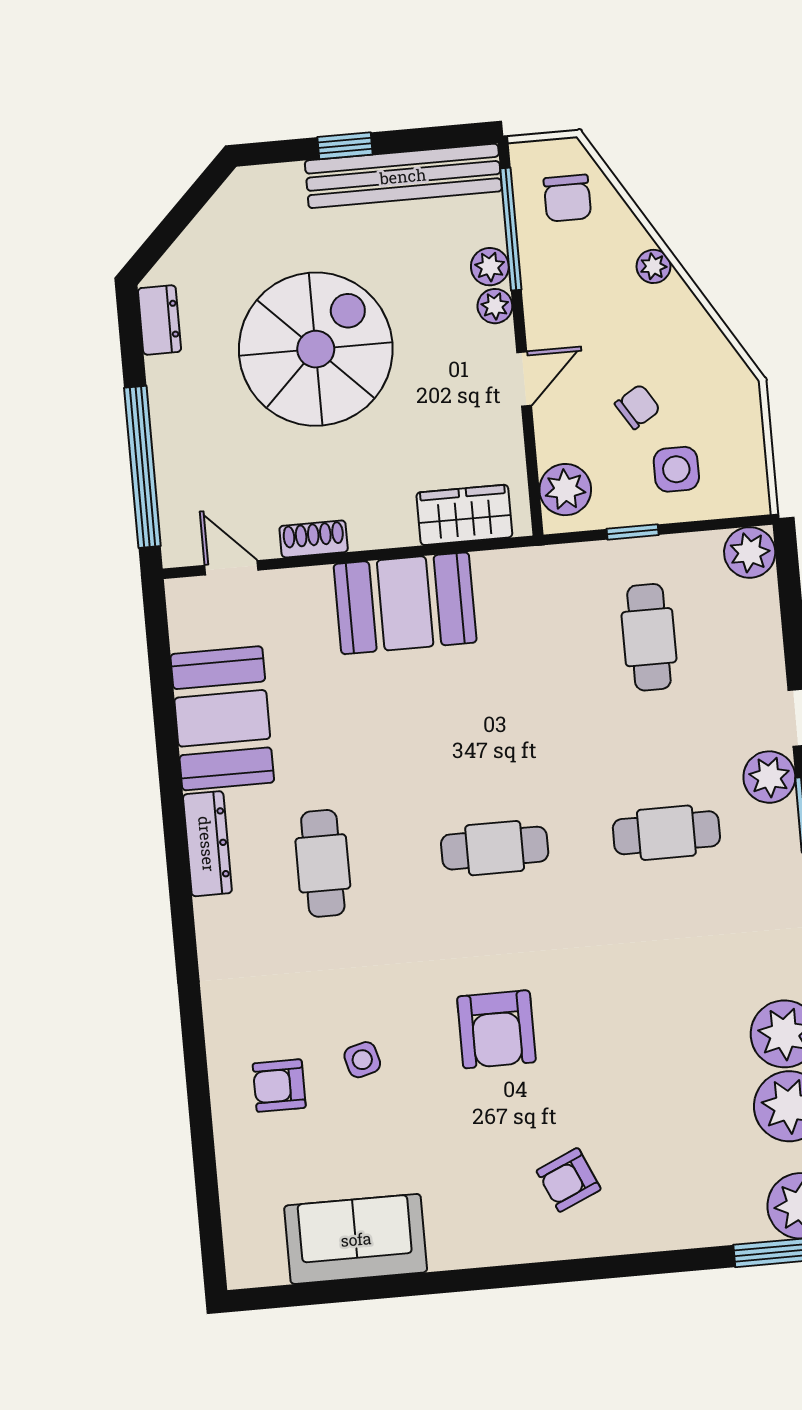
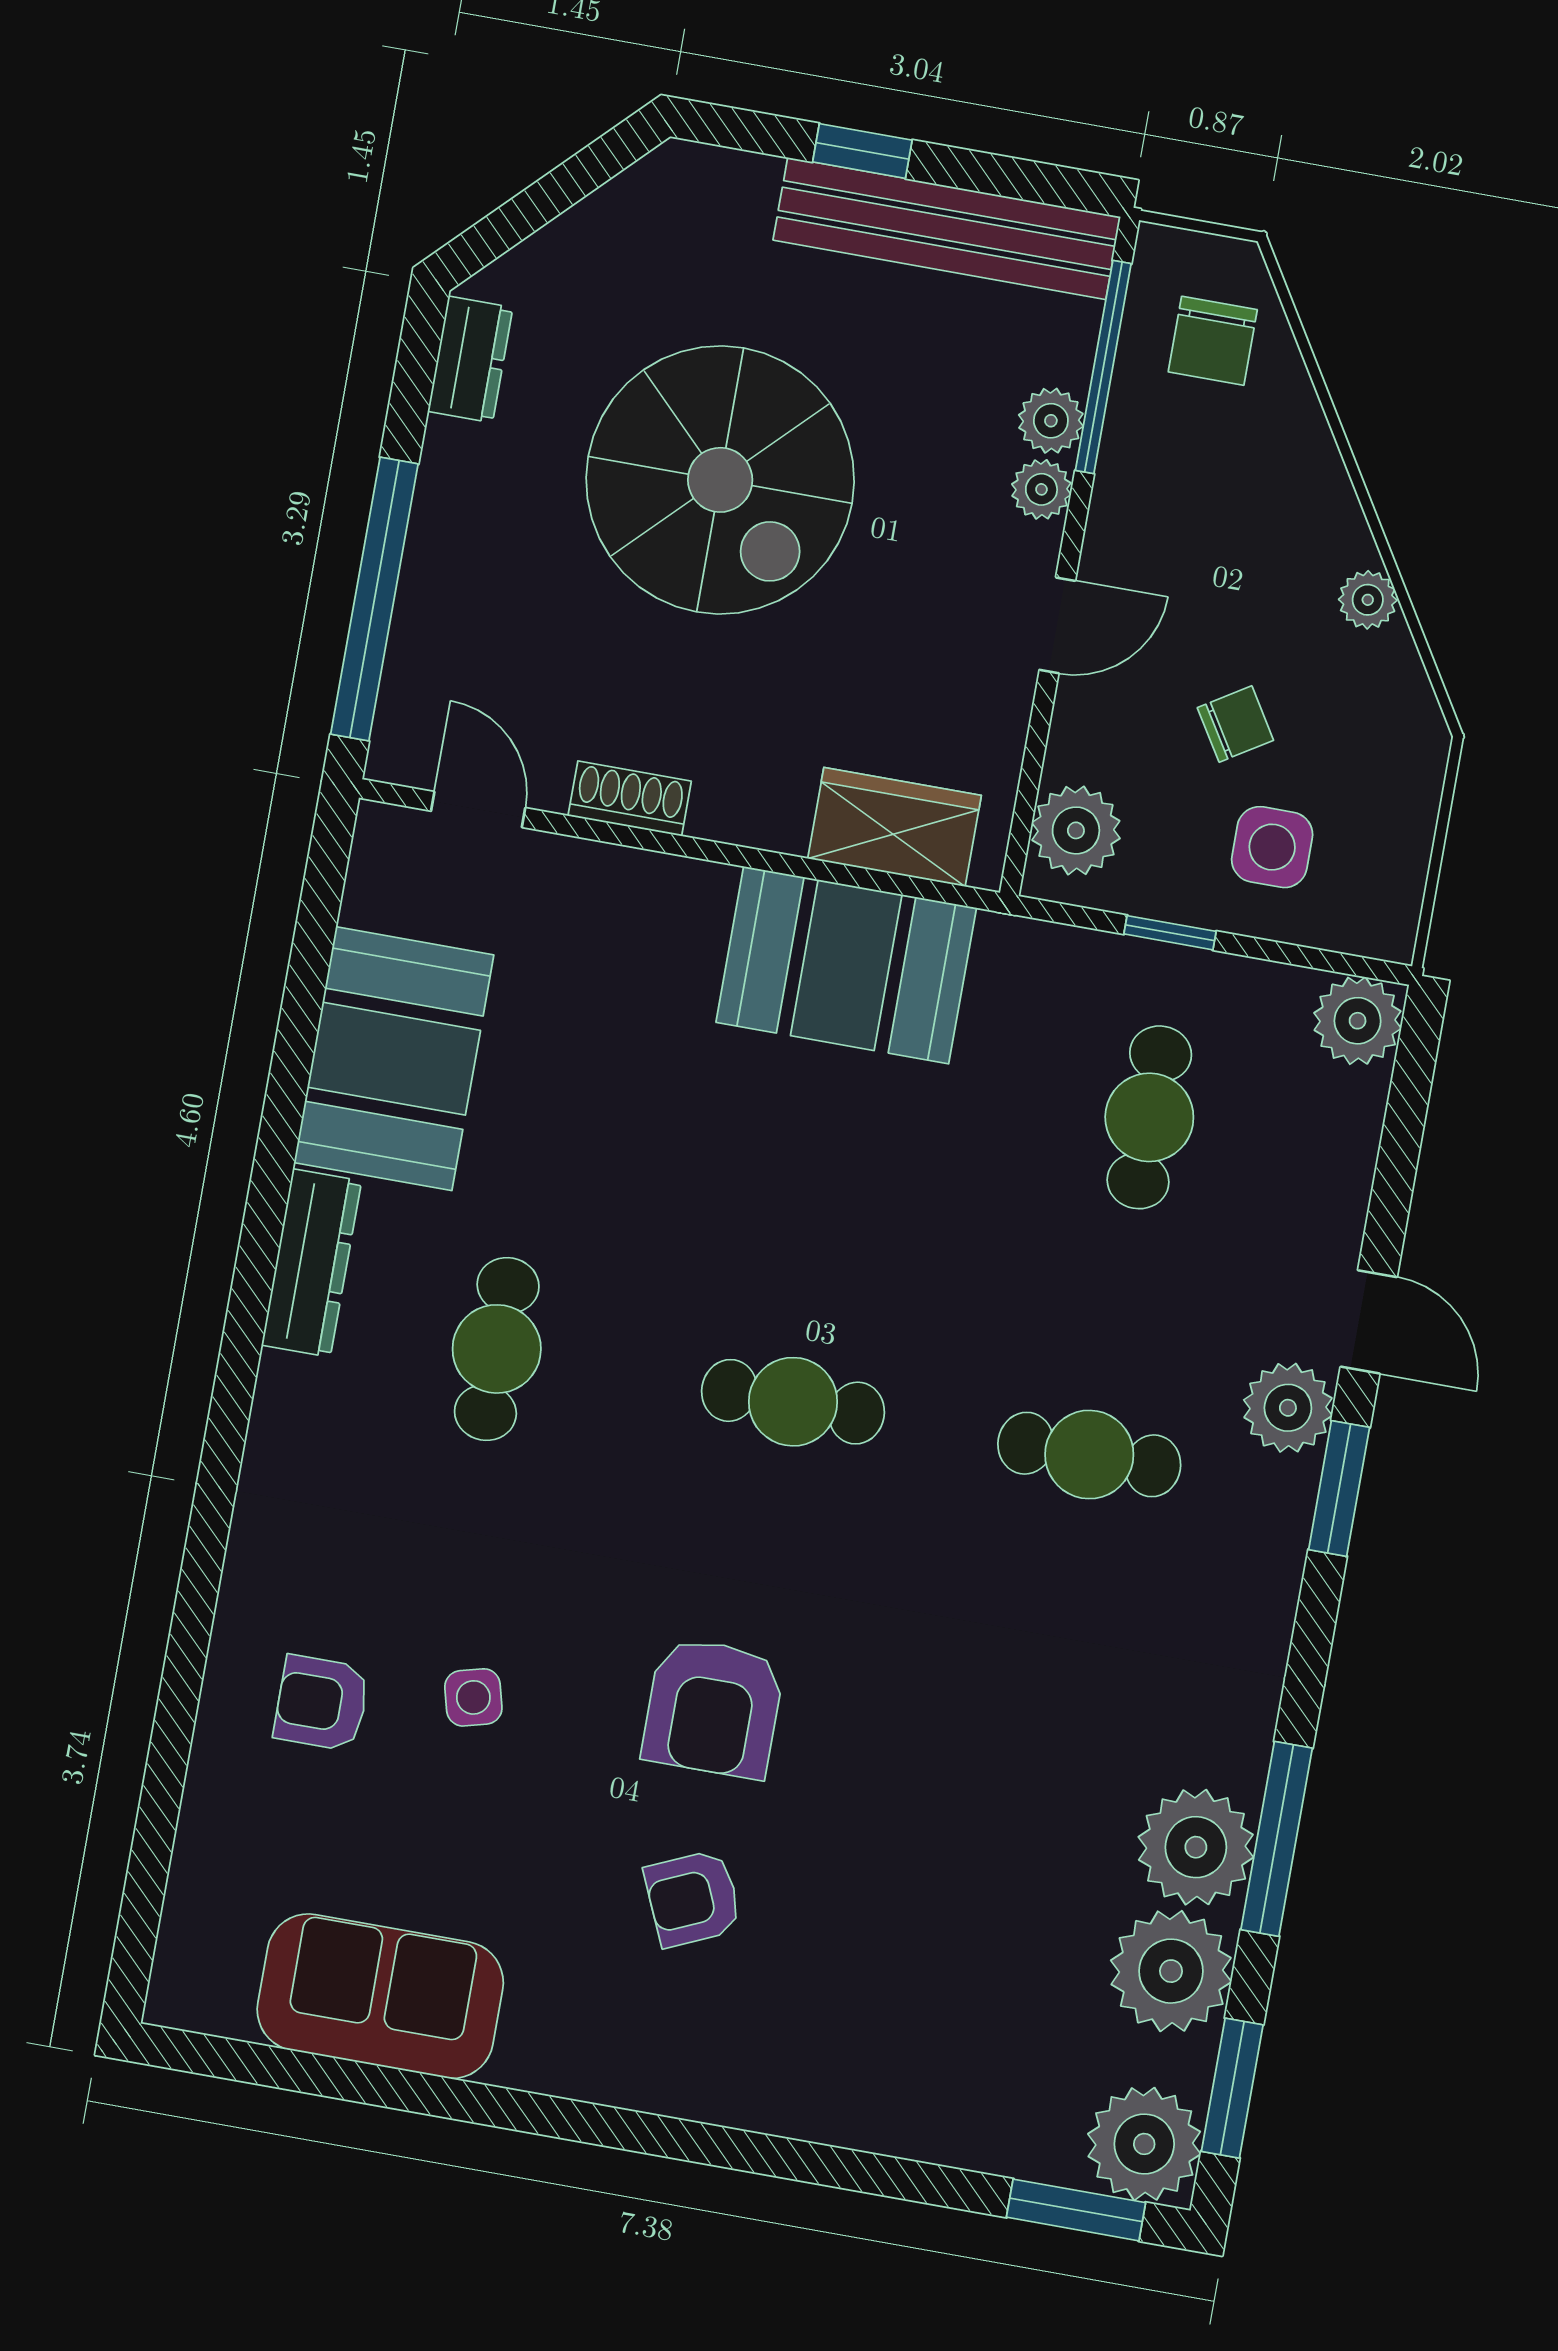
plant: (653, 266) -> (1368, 600), moved
spiral stairs: (316, 349) -> (720, 480), turned 90
booth: (405, 603) -> (846, 965), moved
armchair: (569, 1180) -> (693, 1898), moved

